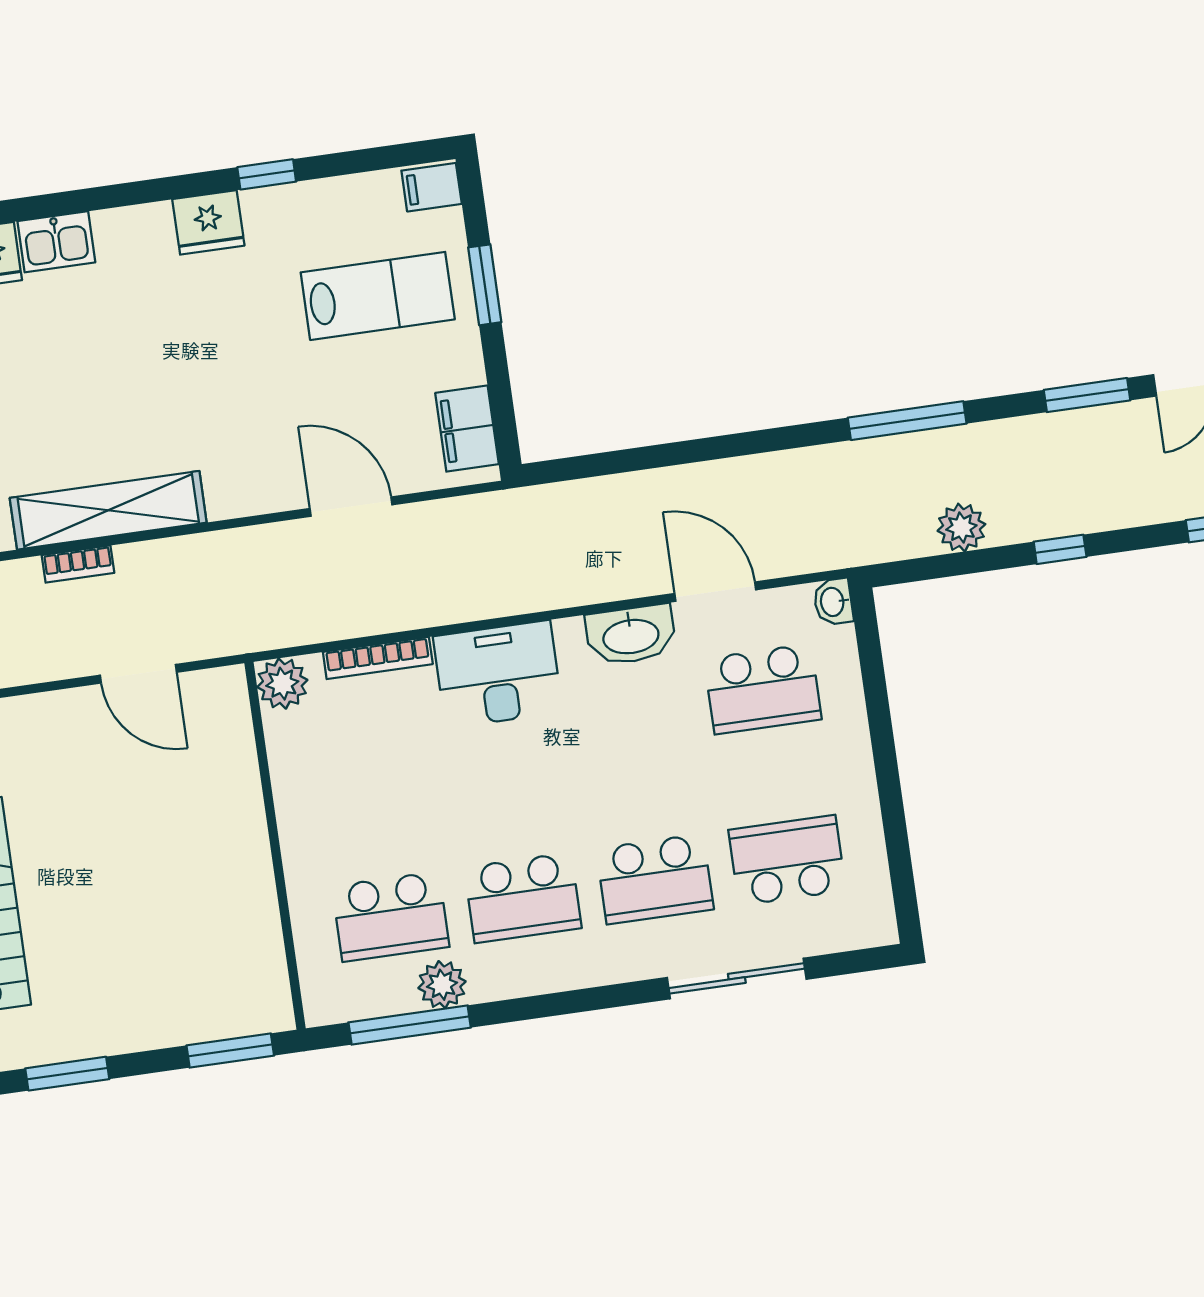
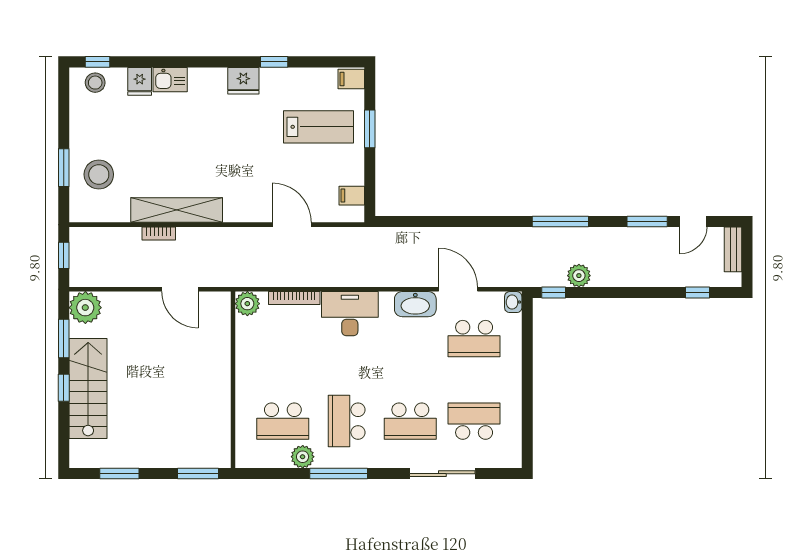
filing cabinet: (467, 429) -> (352, 196), width x0.50
window: (1060, 549) -> (554, 293), moved
school desk: (523, 898) -> (347, 421), turned 90
window: (410, 1025) -> (339, 474), moved

